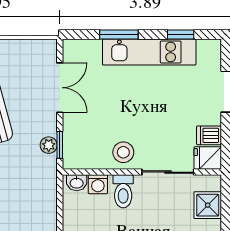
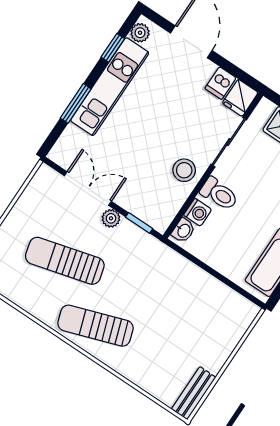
plant: (206, 48) -> (140, 33), added
plant: (49, 145) -> (111, 218), moved

